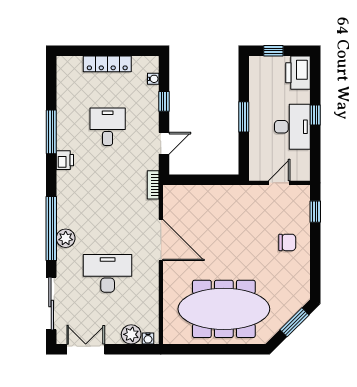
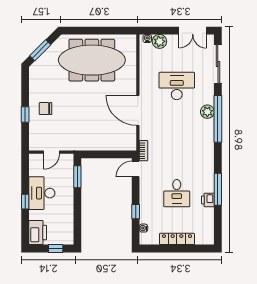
window: (244, 117) -> (77, 177), moved
door: (164, 143) -> (136, 169), moved
printer: (65, 160) -> (208, 200), moved
window: (315, 212) -> (25, 115), moved
desk: (108, 273) -> (177, 86), turned 180

